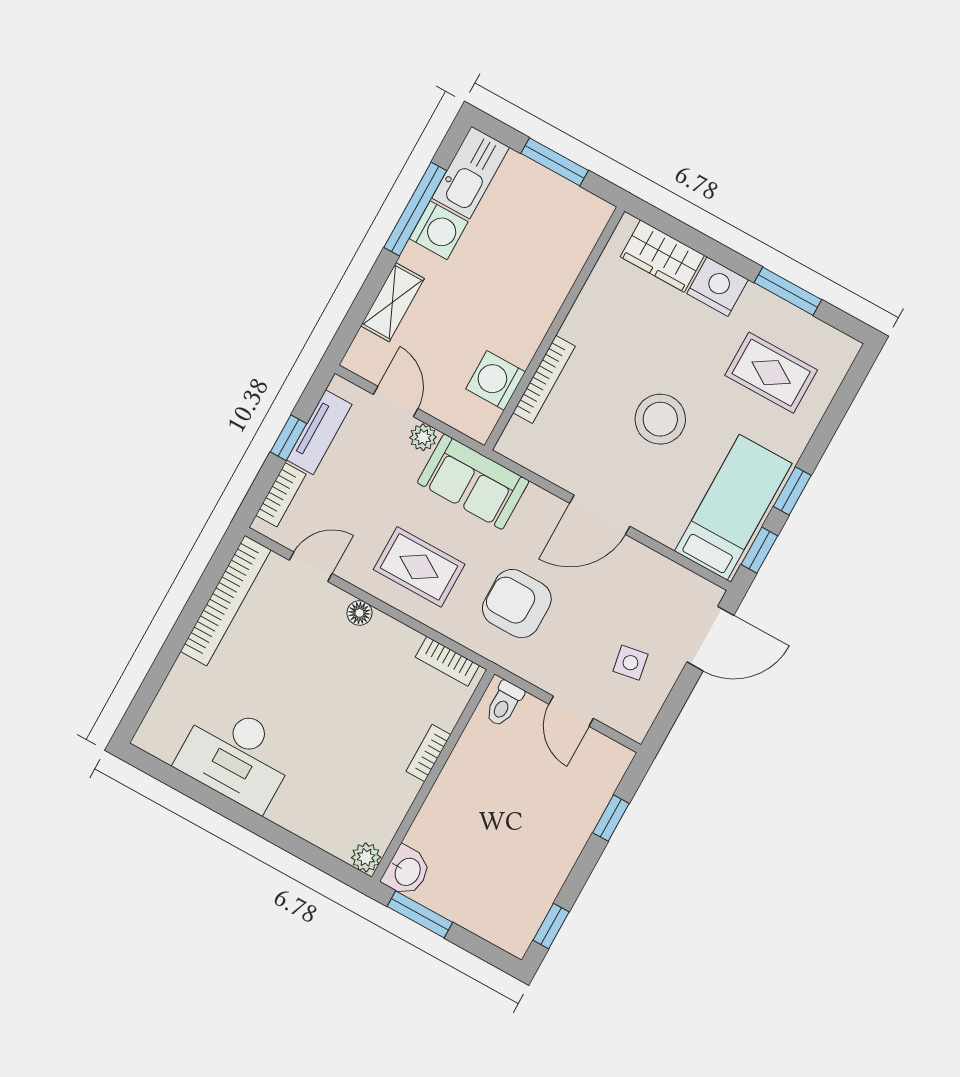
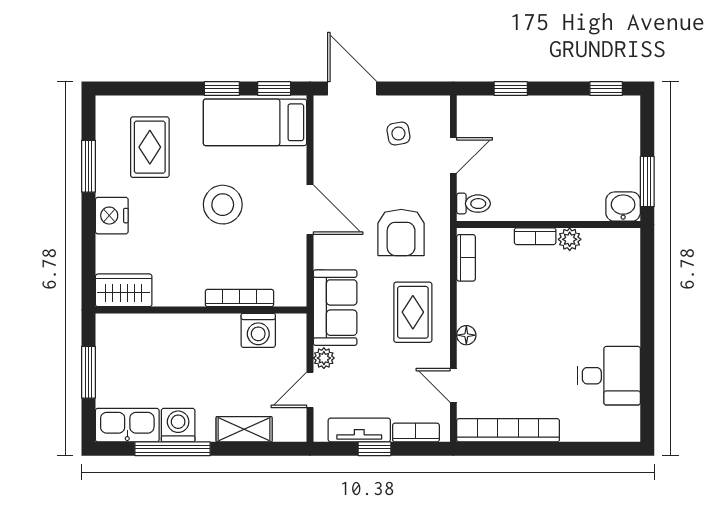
wardrobe: (662, 256) -> (124, 290), moved, turned -90
desk: (236, 756) -> (609, 376), width x0.73
plant: (366, 857) -> (570, 239), moved

